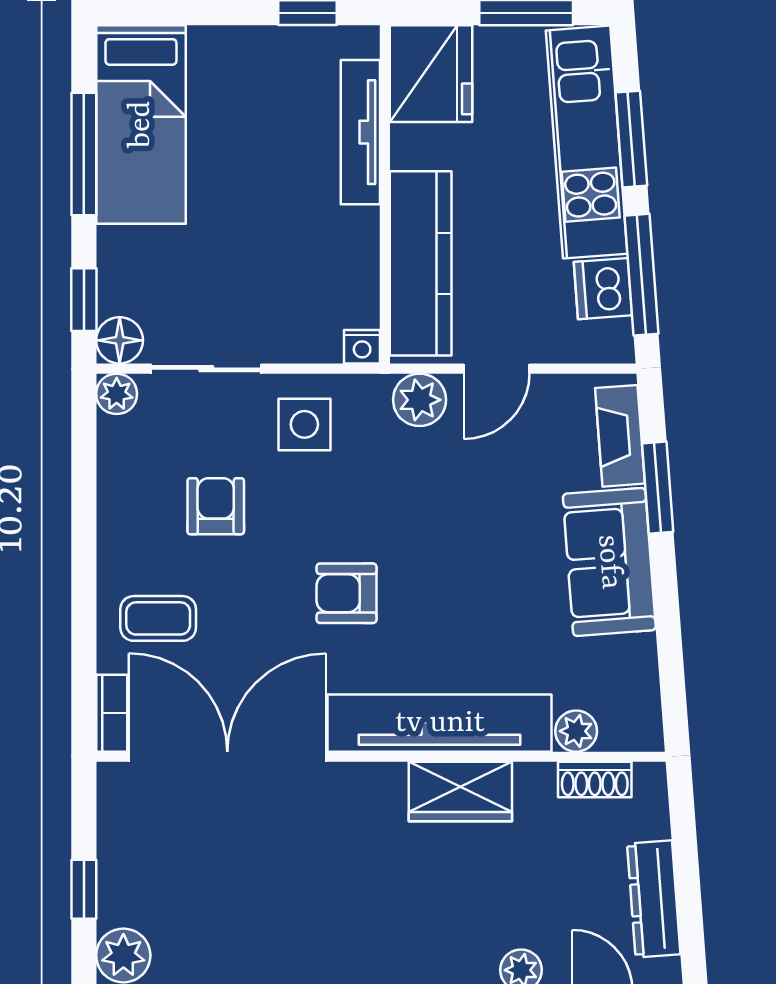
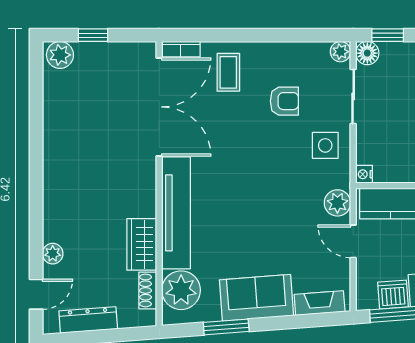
window: (658, 488) -> (226, 327), moved
armchair: (347, 593) -> (241, 166), removed
plant: (576, 731) -> (181, 290), width x1.87, depth x1.87
wardrobe: (460, 792) -> (142, 244), moved

